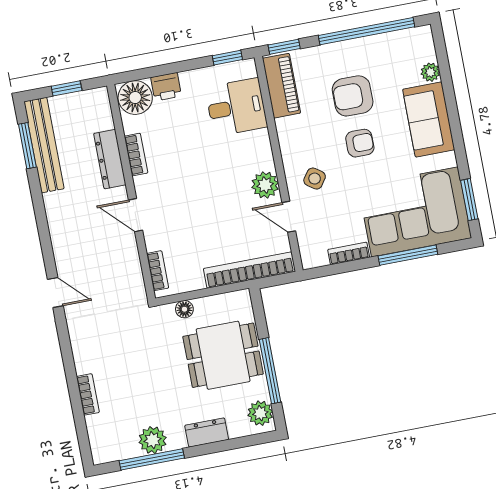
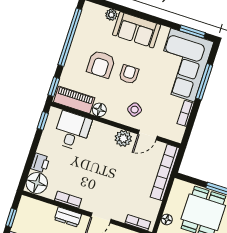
floor lamp: (287, 129) -> (99, 110), added
dresser: (110, 159) -> (68, 217), width x0.70

